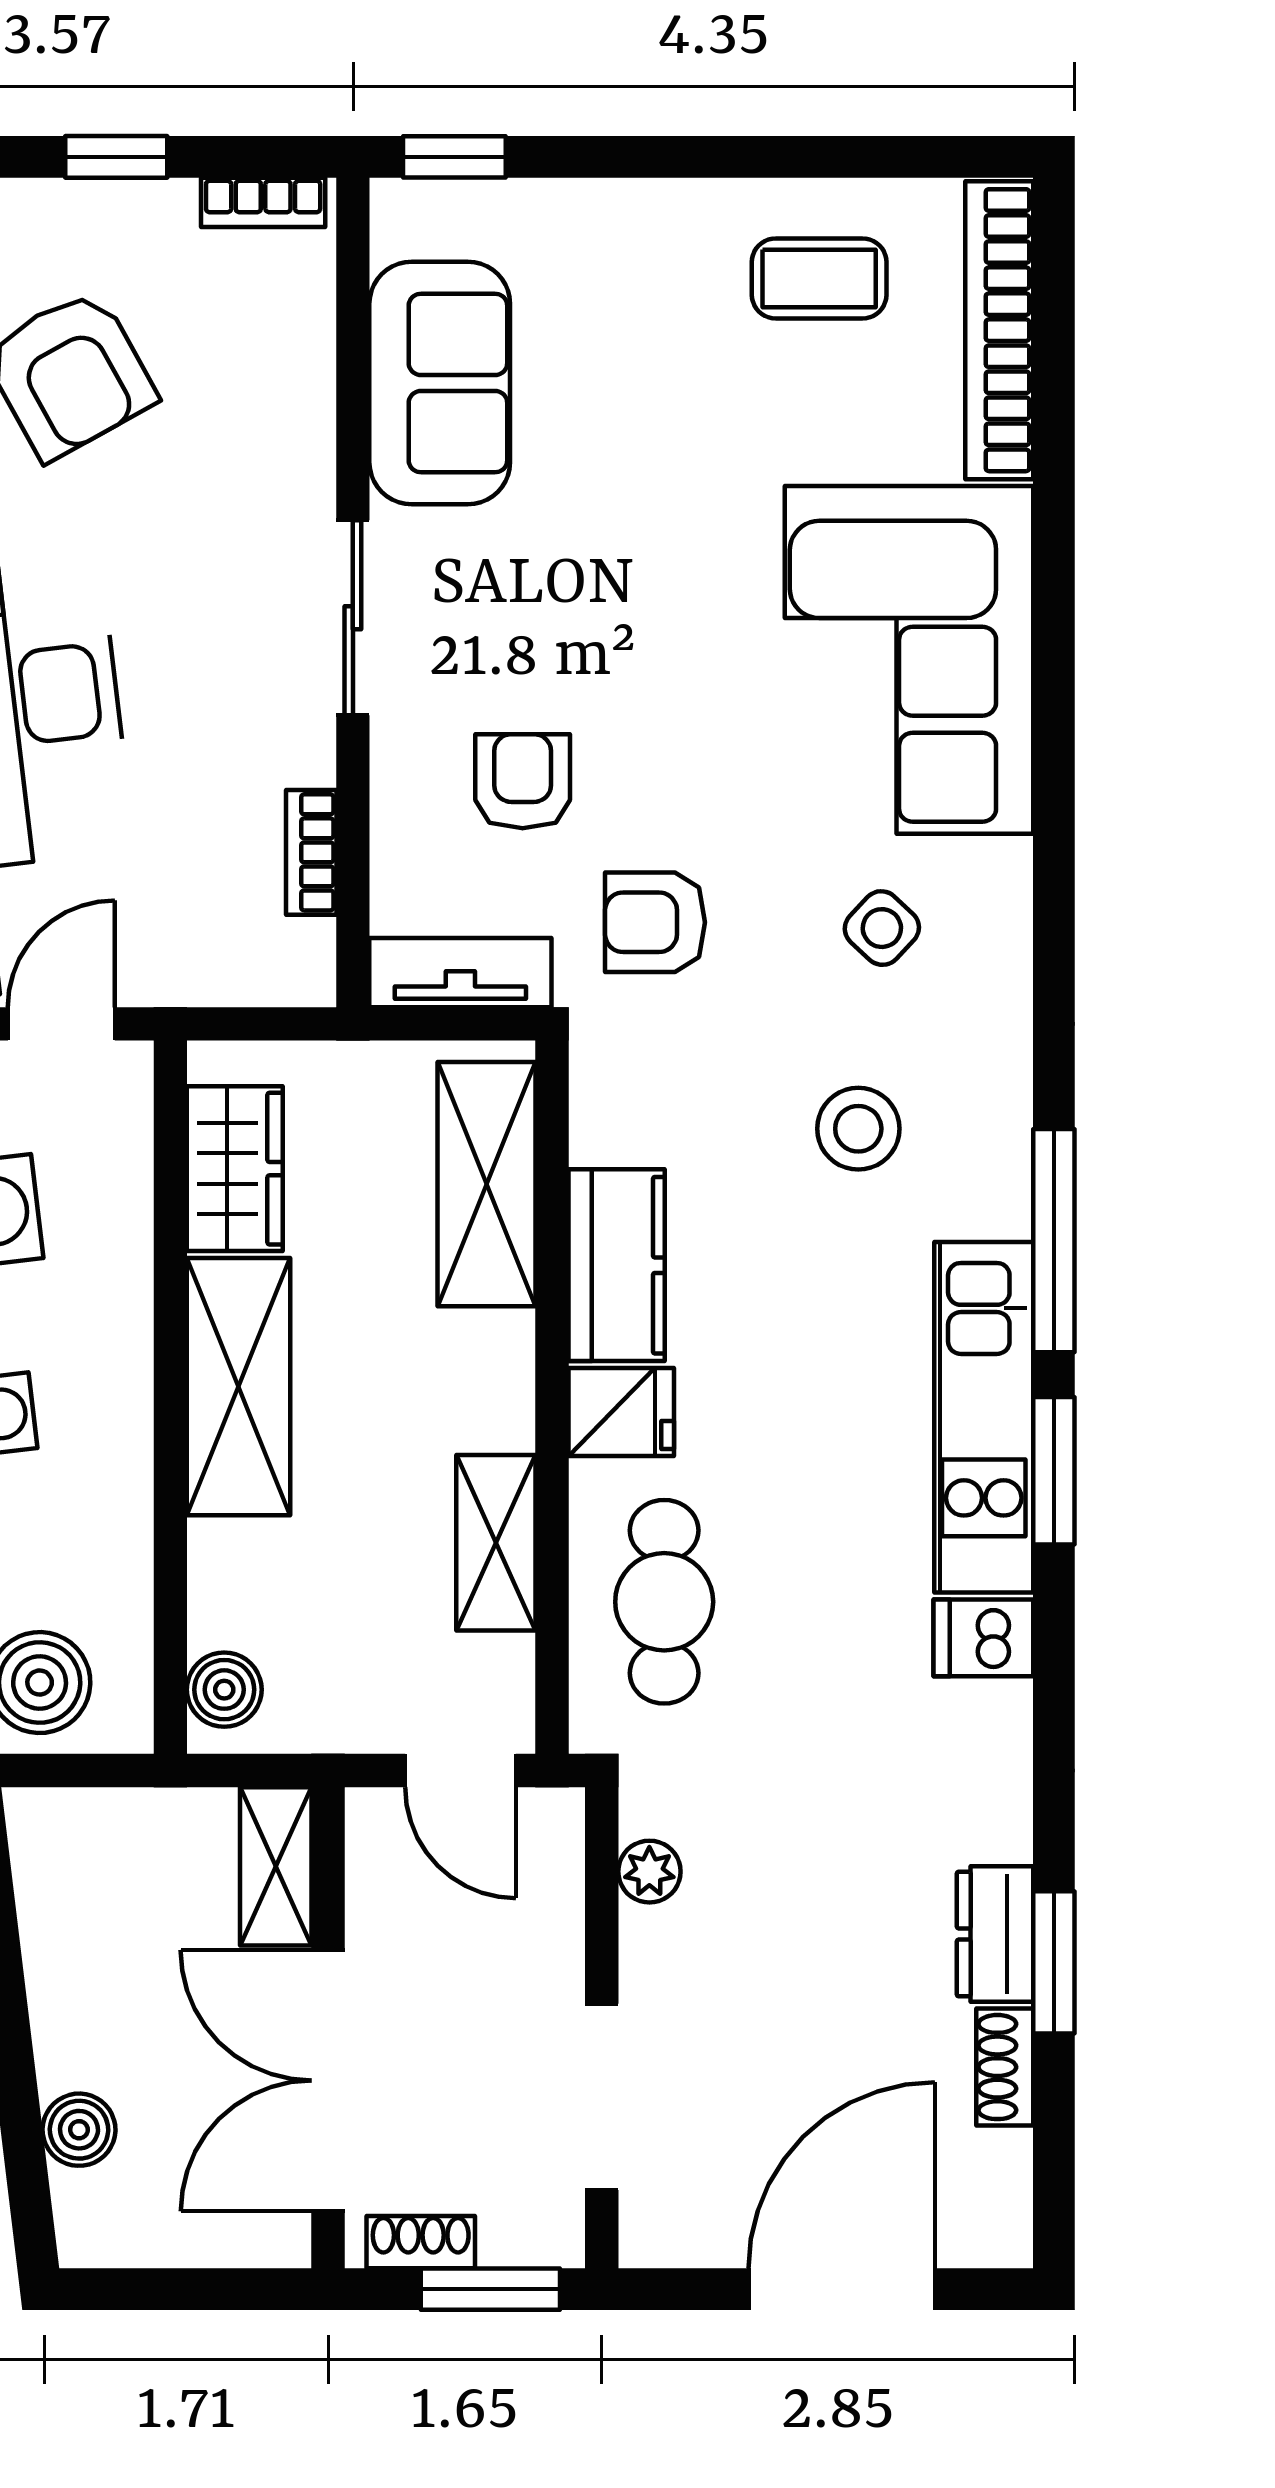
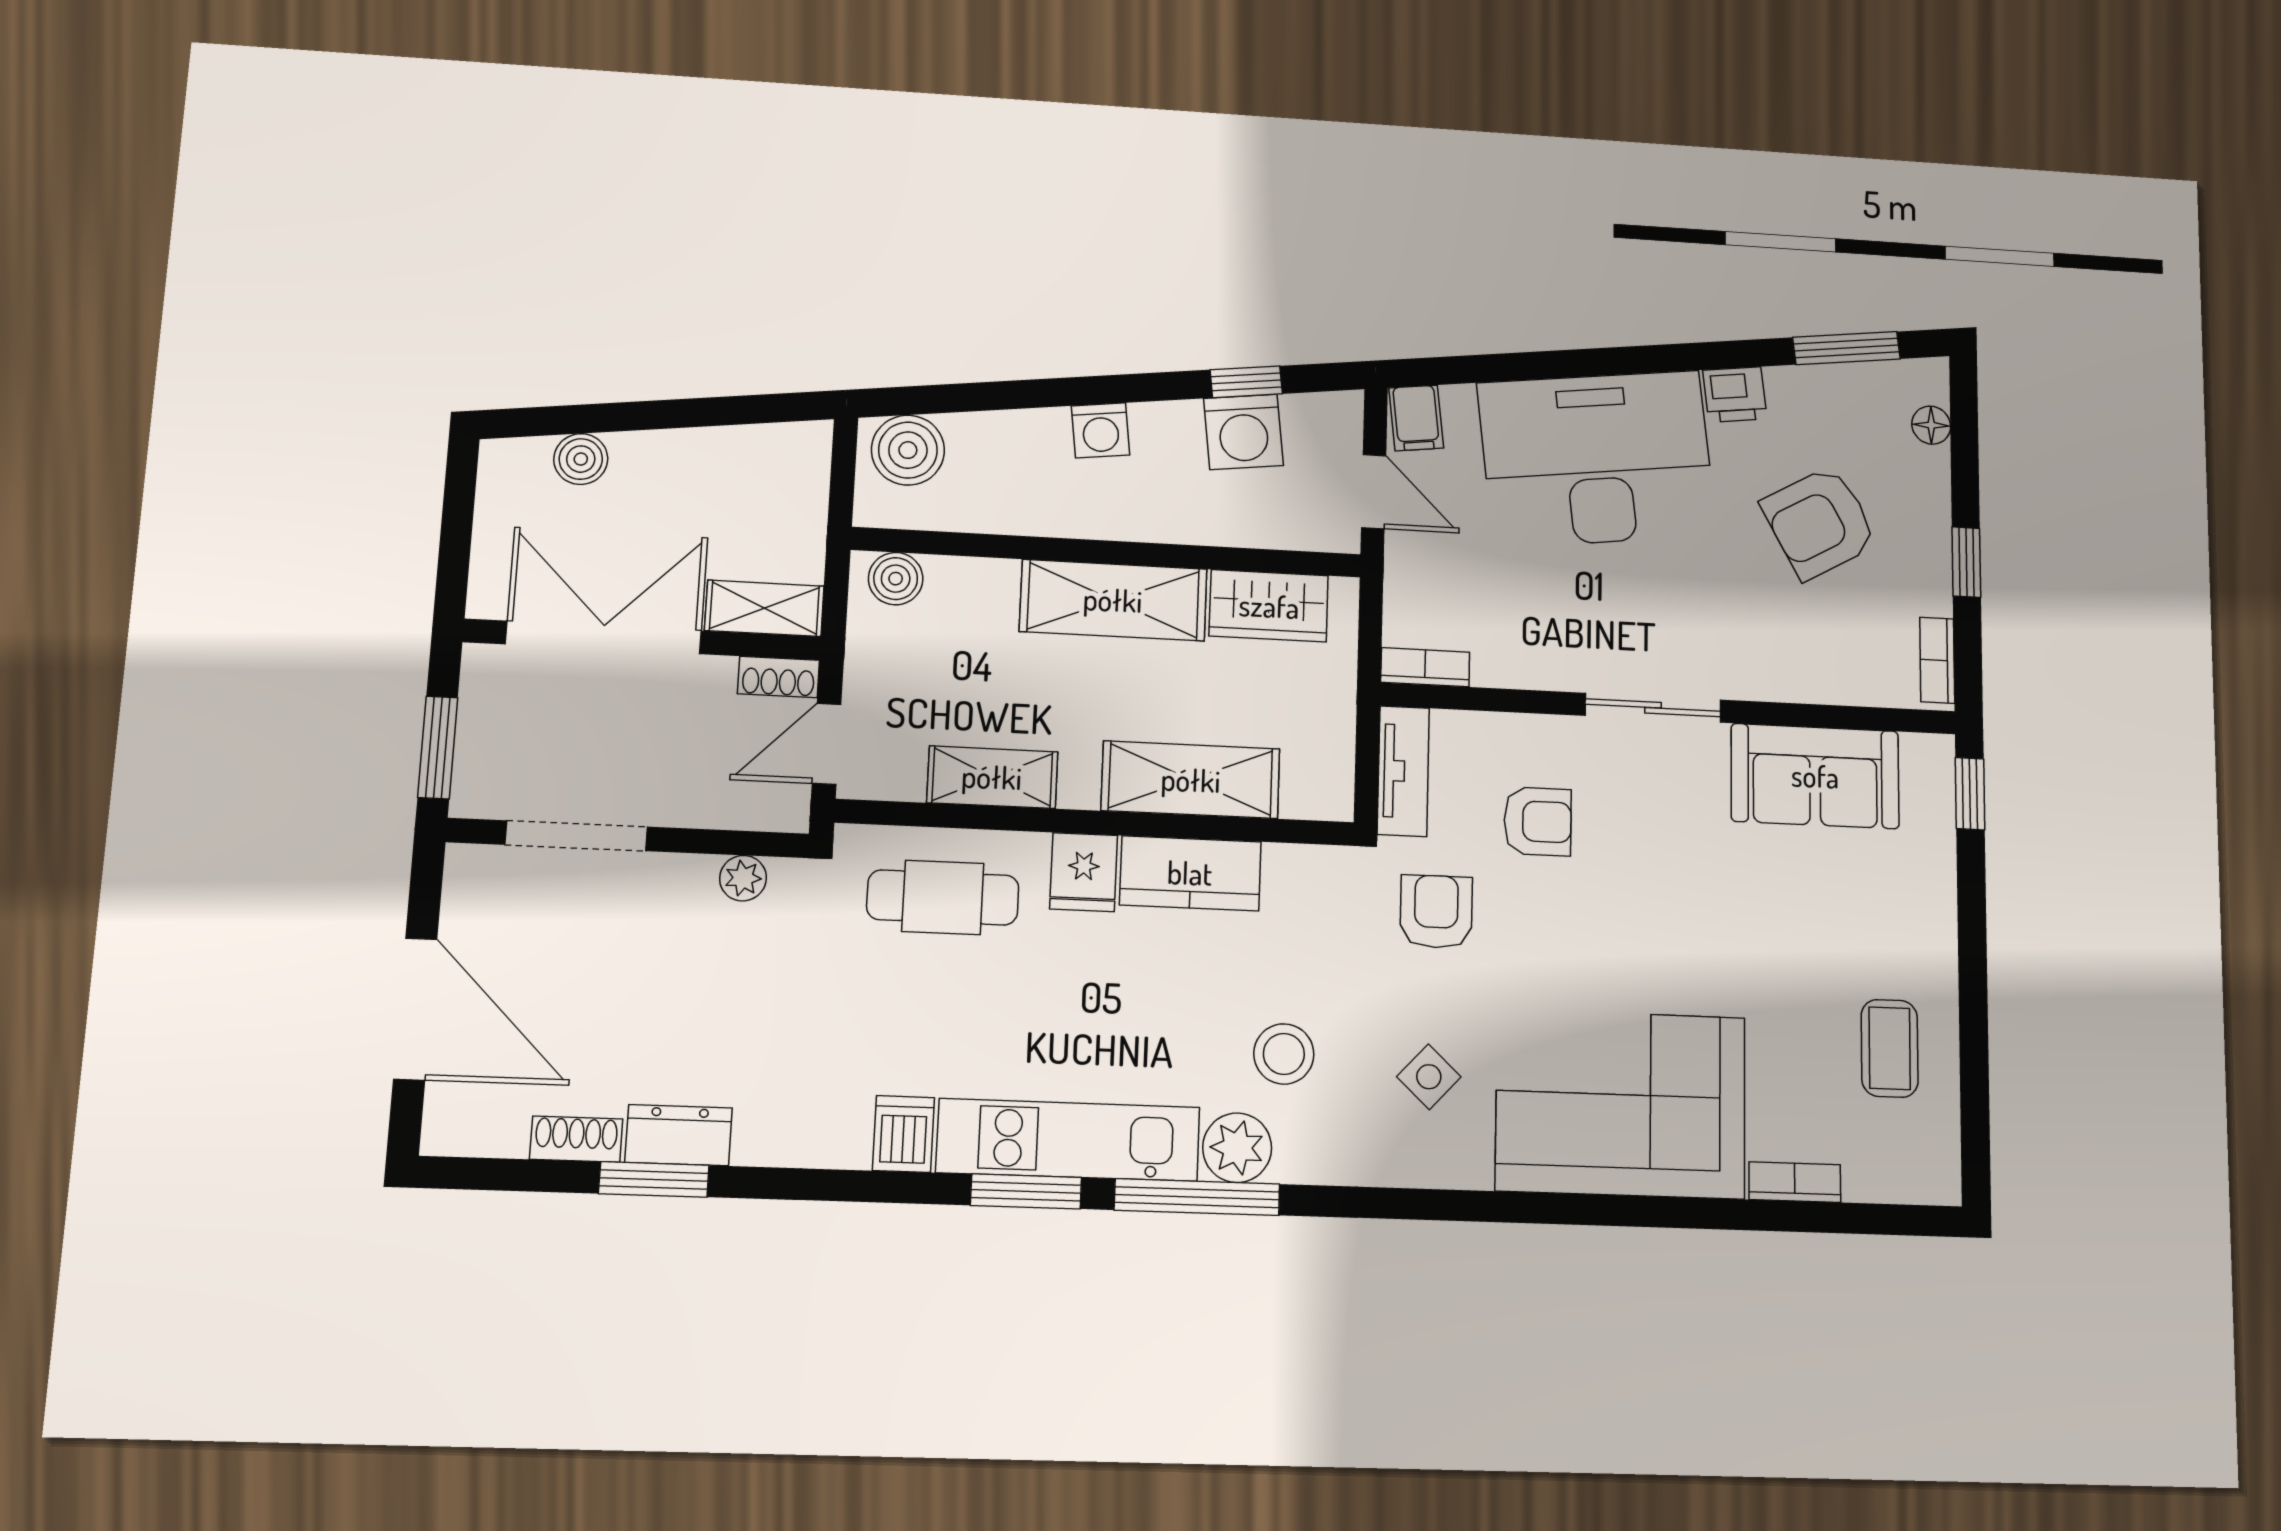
bookcase: (999, 330) -> (1795, 1182), width x0.43, depth x0.76
bookcase: (311, 852) -> (1425, 667), moved
shelving: (486, 1184) -> (1191, 780), moved
plant: (987, 1189) -> (1237, 1148), added
shoe rack: (421, 2242) -> (779, 677), moved, turned 90

